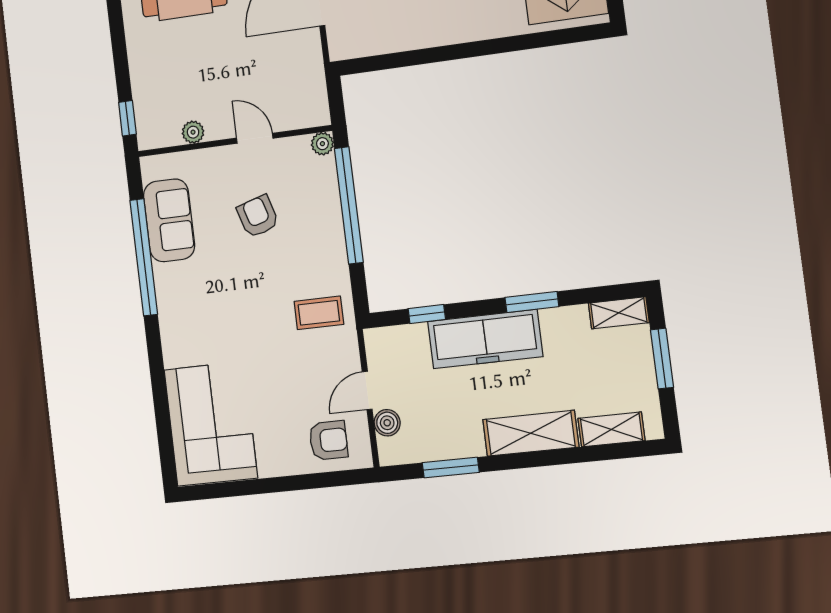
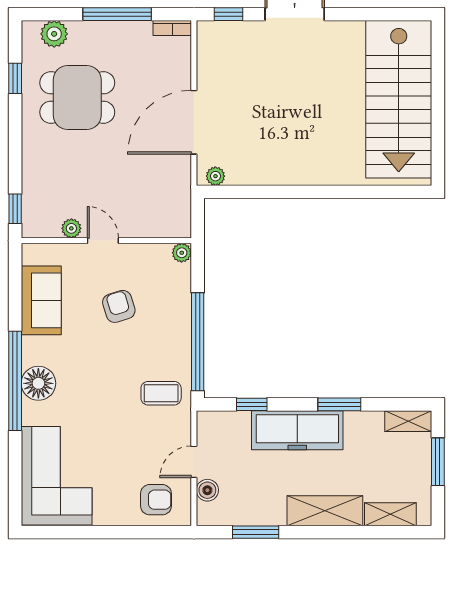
plant: (350, 48) -> (215, 176), added
door: (255, 138) -> (103, 241), moved
window: (349, 205) -> (198, 342), moved
window: (144, 257) -> (15, 381), moved
floor lamp: (177, 317) -> (38, 383), added

